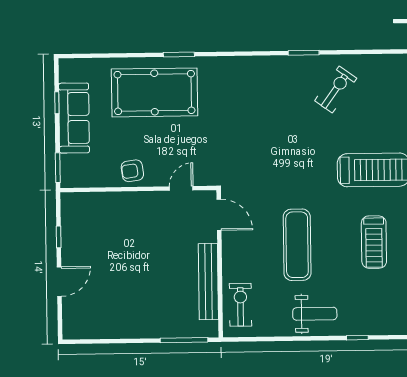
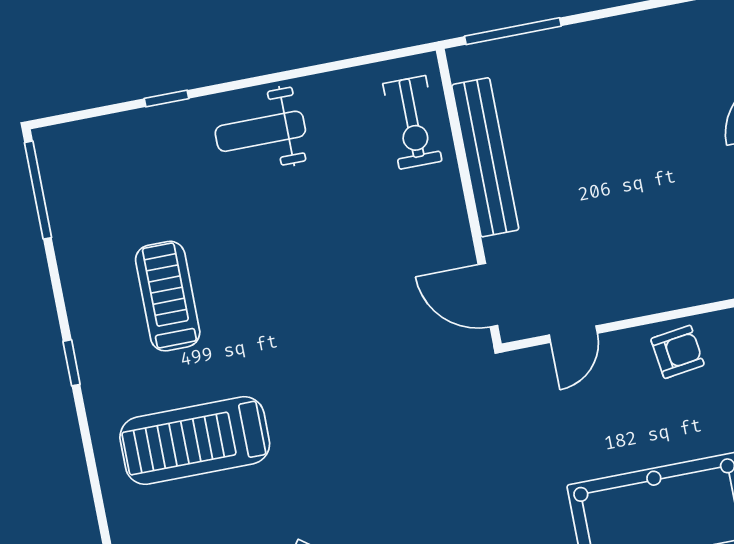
exercise mat: (297, 245) -> (321, 263), removed

